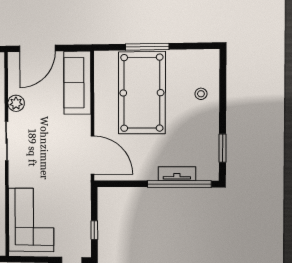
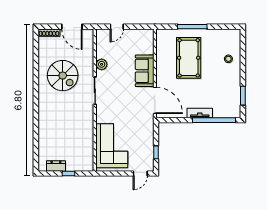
door: (37, 48) -> (117, 27), width x0.53
sofa: (77, 83) -> (145, 71), moved, width x0.73
pool table: (142, 93) -> (189, 58), width x0.73, depth x0.76
tv unit: (177, 174) -> (200, 113), moved

